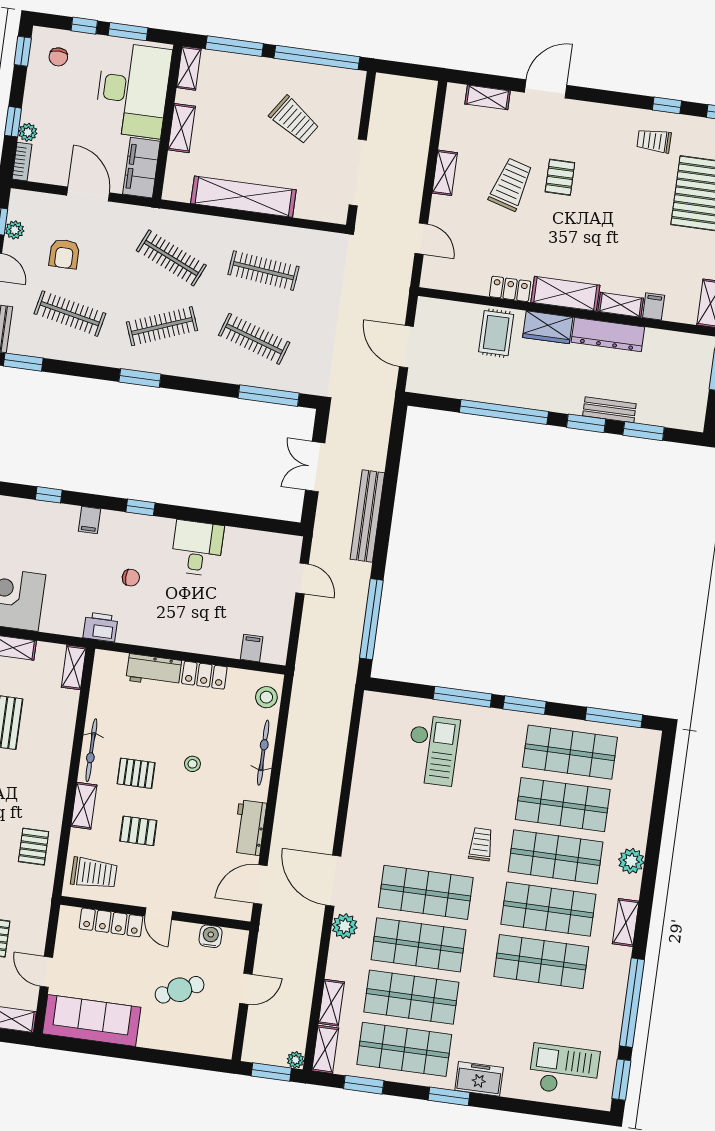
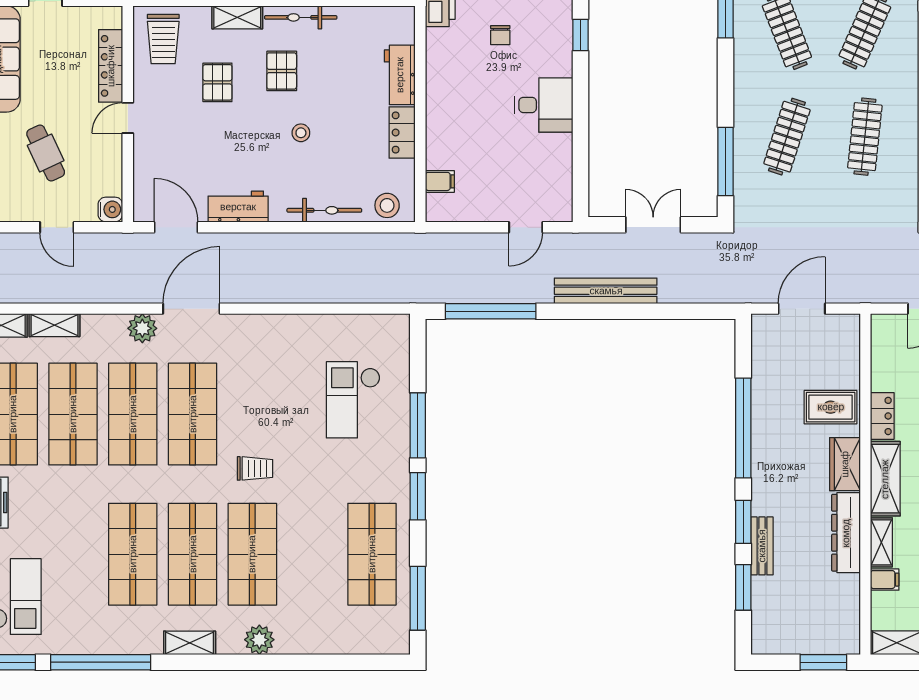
checkout: (432, 750) -> (353, 400), turned 90
shop shelf: (563, 805) -> (312, 554), removed
water cooler: (211, 936) -> (110, 209), moved

